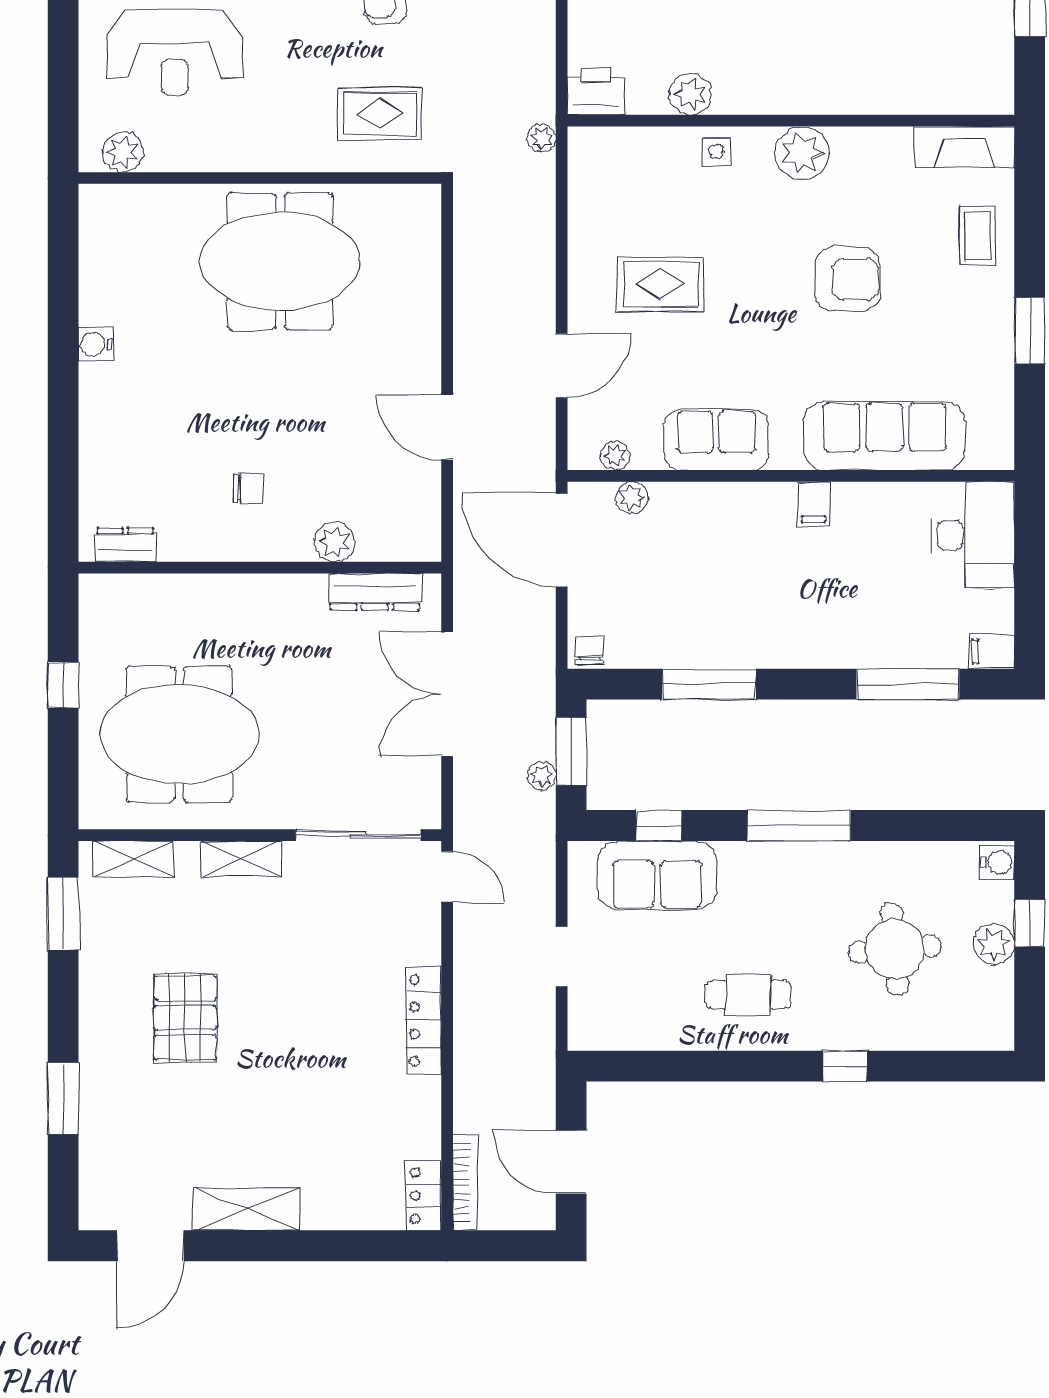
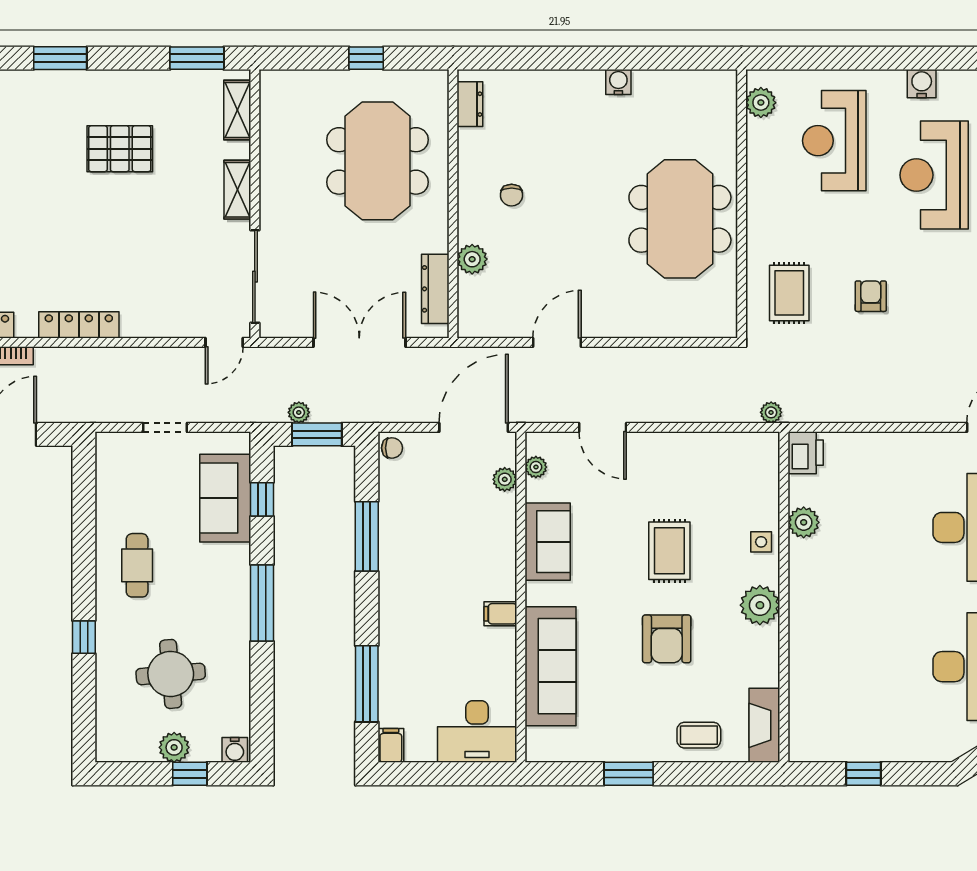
rug: (661, 284) -> (669, 551), moved
meeting table: (179, 734) -> (377, 161), moved
locker: (423, 1021) -> (79, 325), moved

